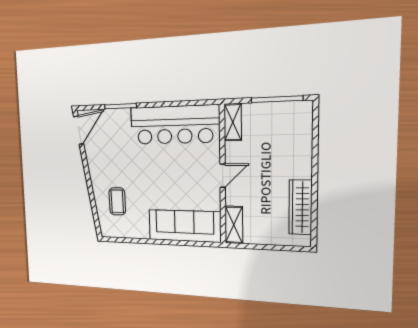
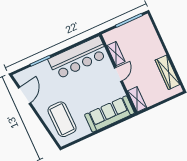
shelving: (233, 122) -> (116, 54), moved
door: (79, 130) -> (24, 95), moved
coffee table: (117, 201) -> (62, 119), width x1.86, depth x1.72

